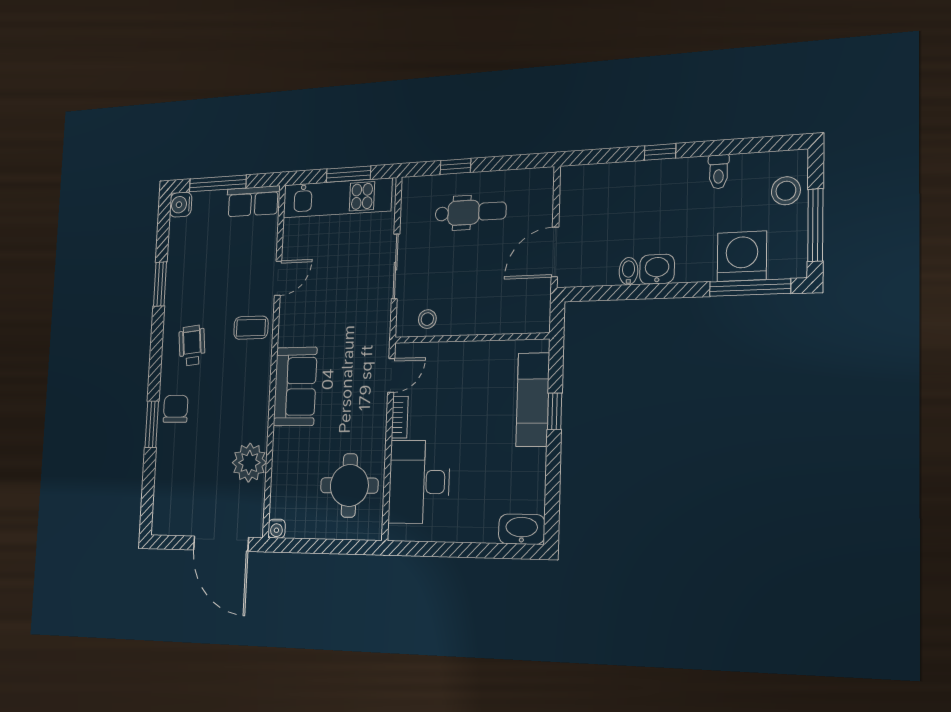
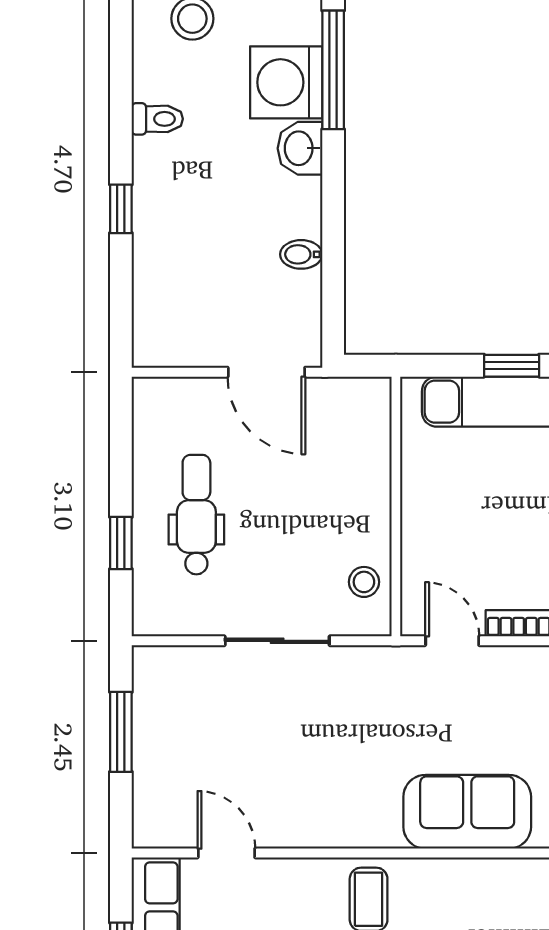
kitchen unit: (337, 198) -> (159, 751), removed
washbasin: (657, 269) -> (300, 148), moved
door: (278, 278) -> (226, 853), moved

